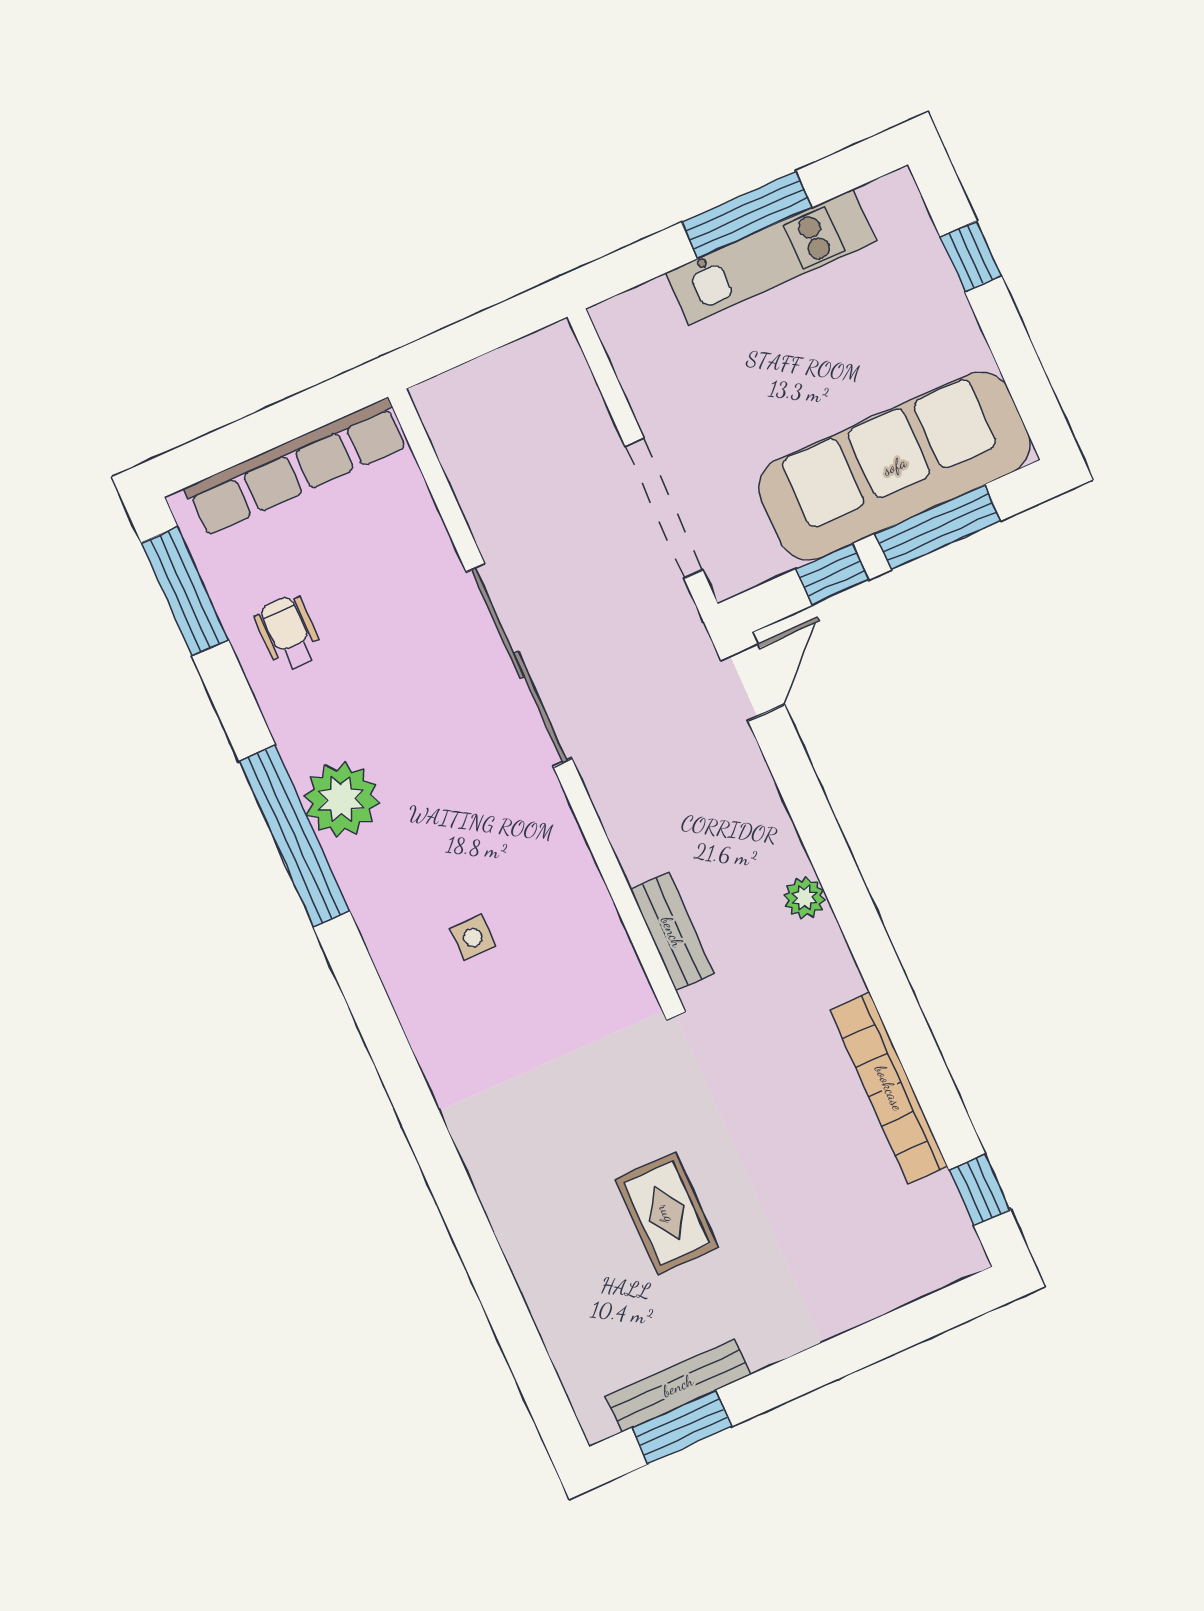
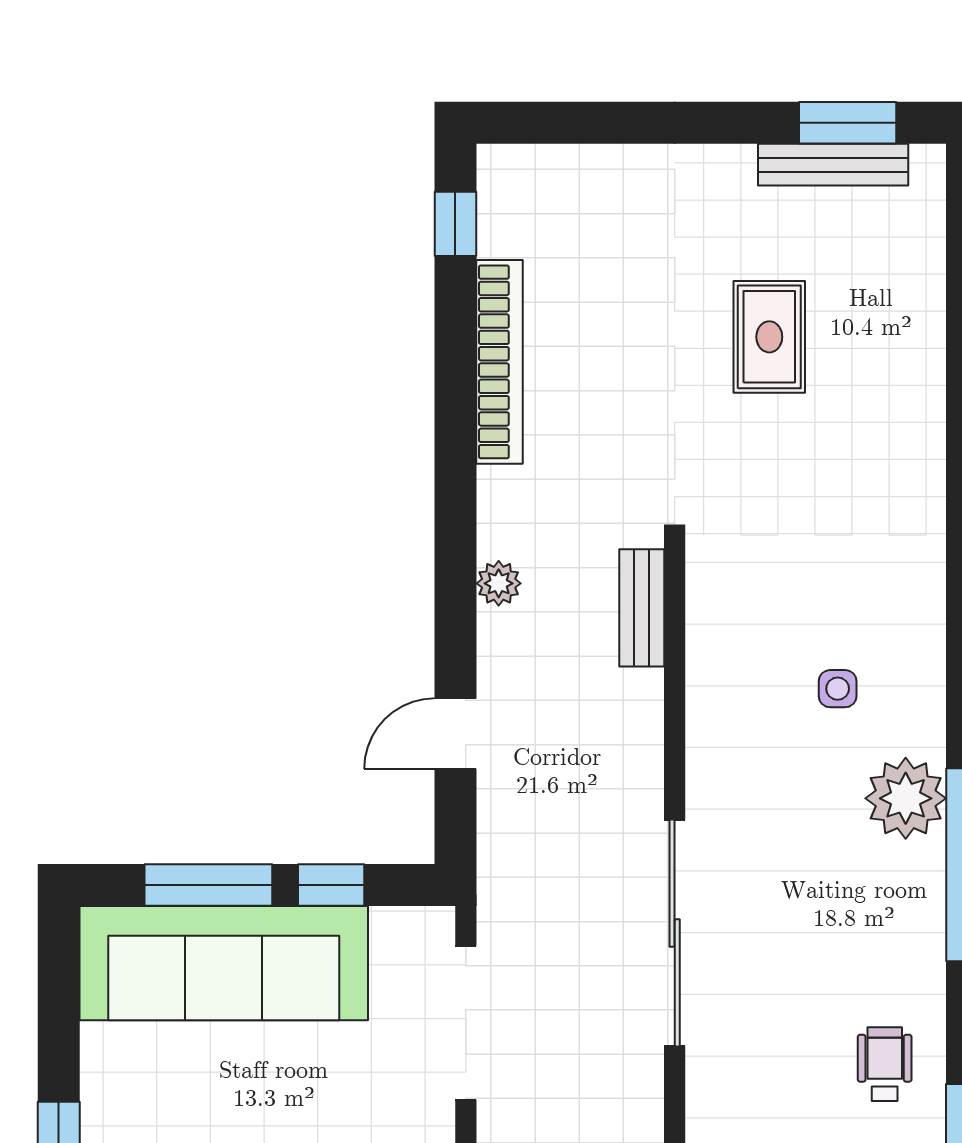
wheelchair: (288, 633) -> (885, 1064), turned 180
door: (753, 682) -> (455, 734), moved
plant: (341, 799) -> (906, 798), moved

